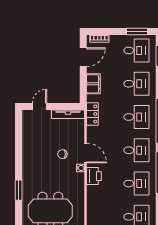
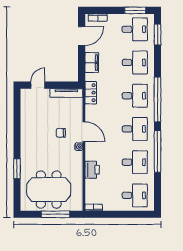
printer: (94, 176) -> (92, 170), moved

